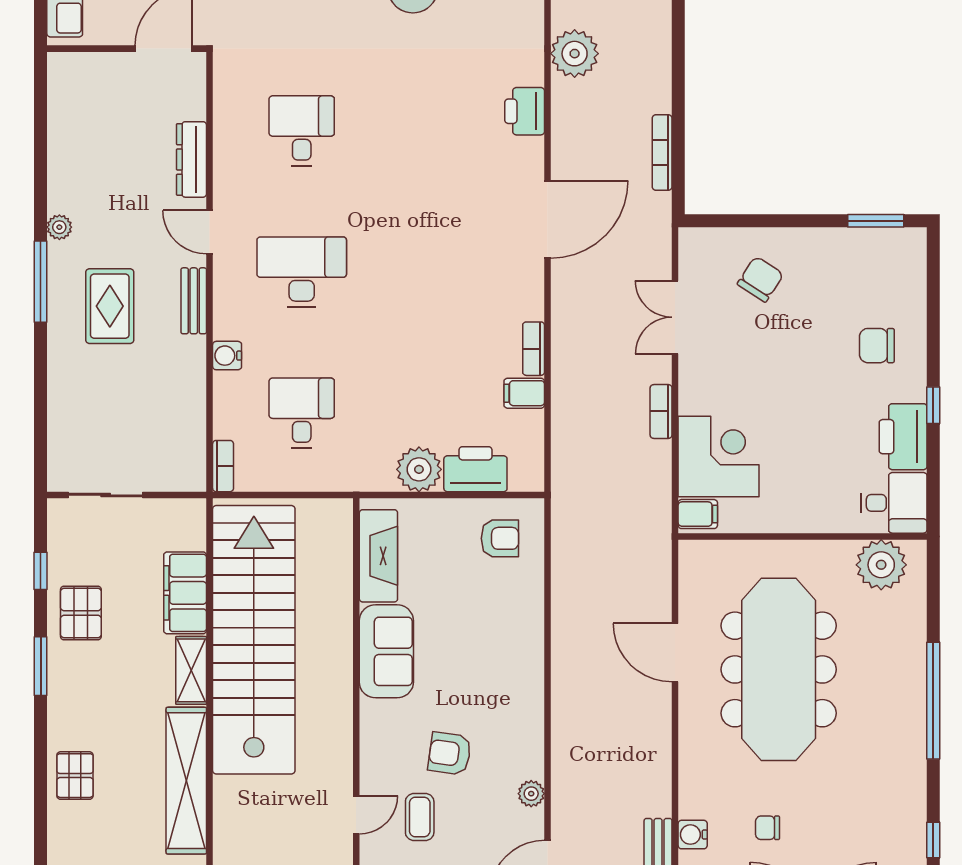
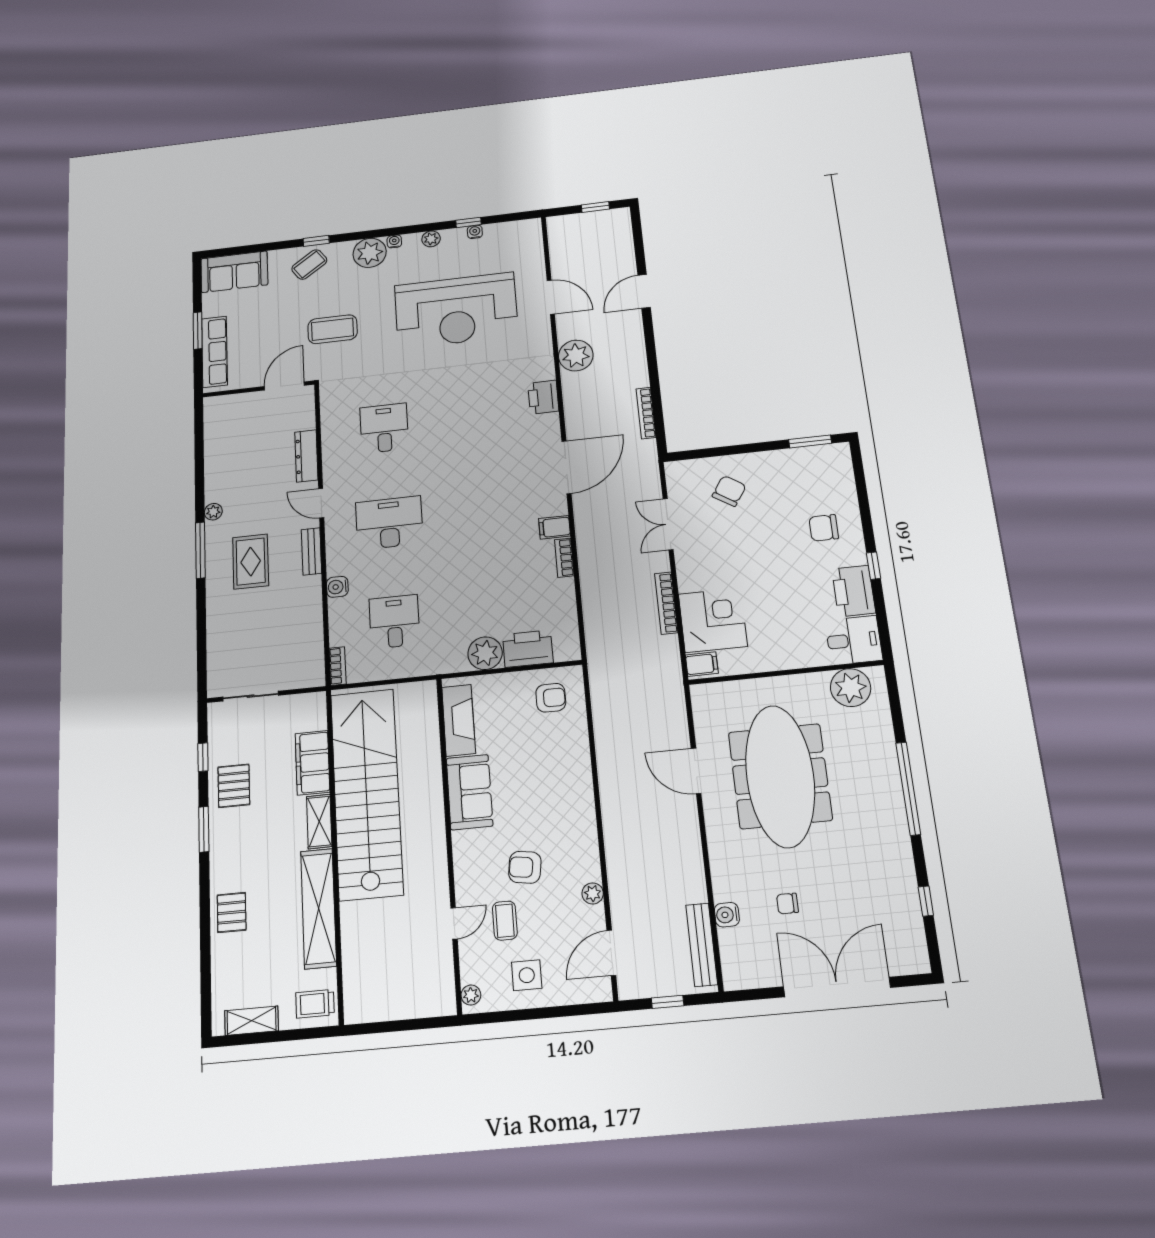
filing cabinet: (524, 393) -> (555, 527), moved
bookcase: (661, 411) -> (666, 603), width x1.56

